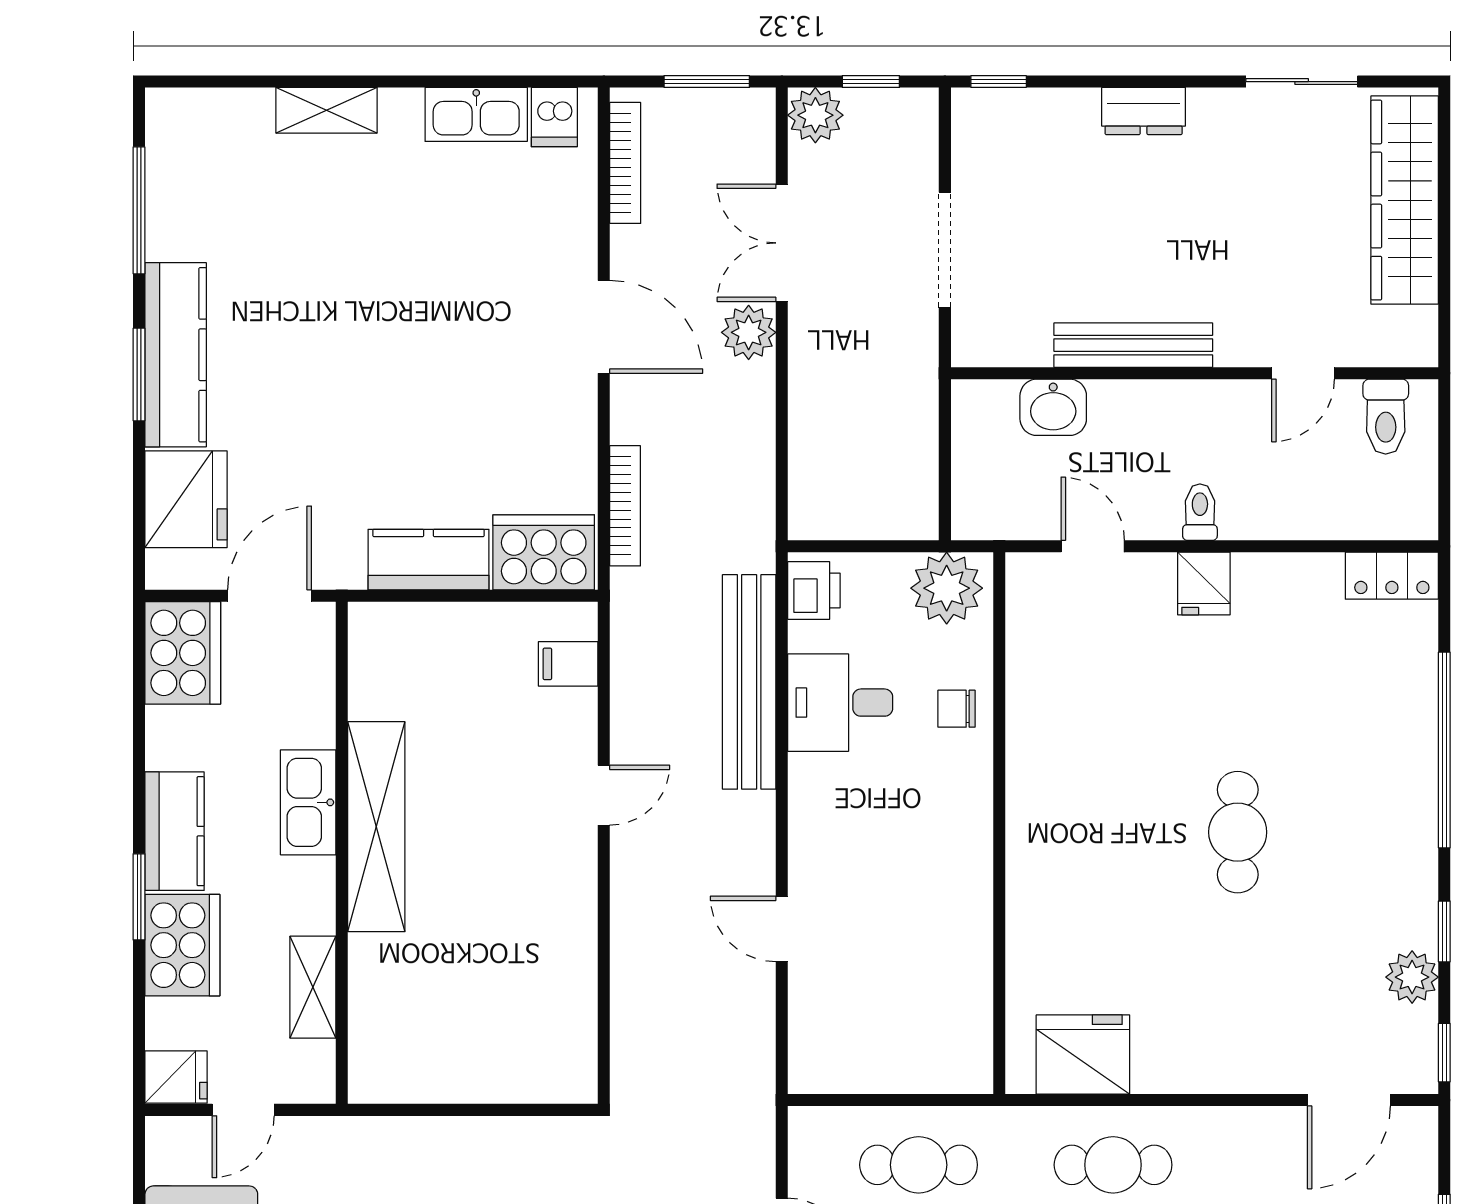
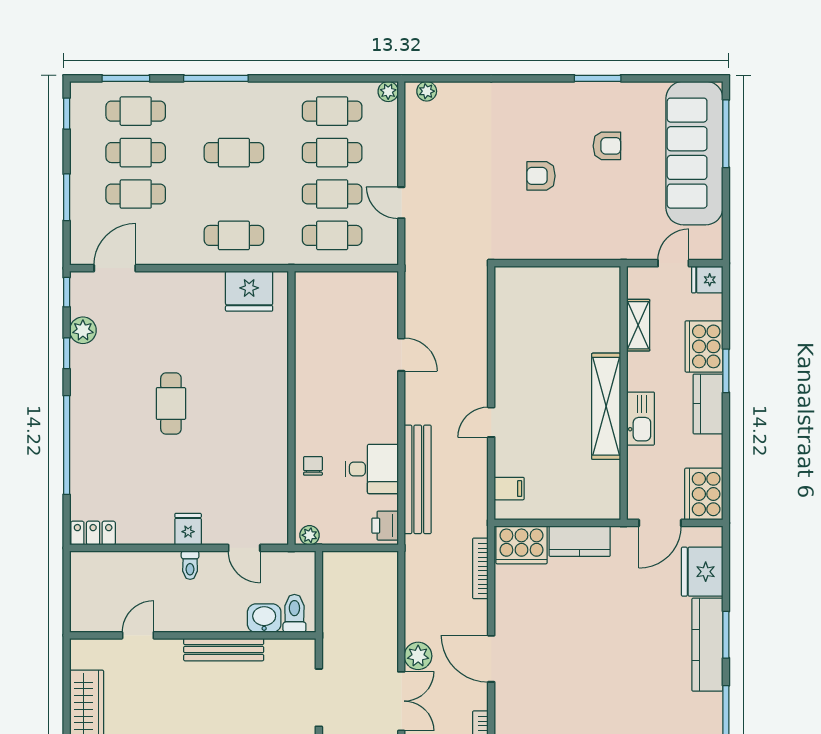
toilet: (1386, 417) -> (294, 613), moved
plant: (947, 588) -> (310, 535), width x0.53, depth x0.53
chair: (957, 709) -> (313, 466), turned -90

